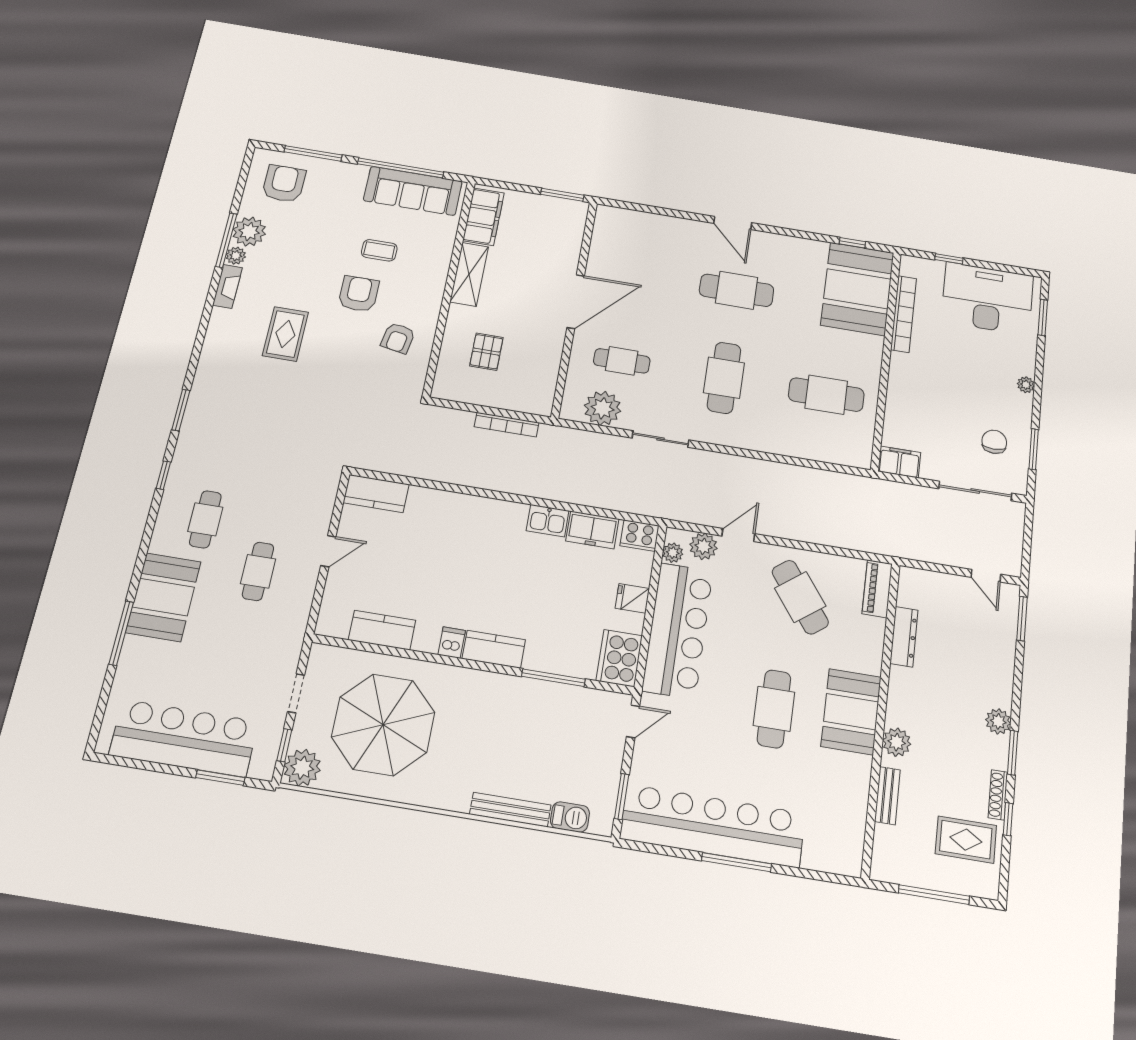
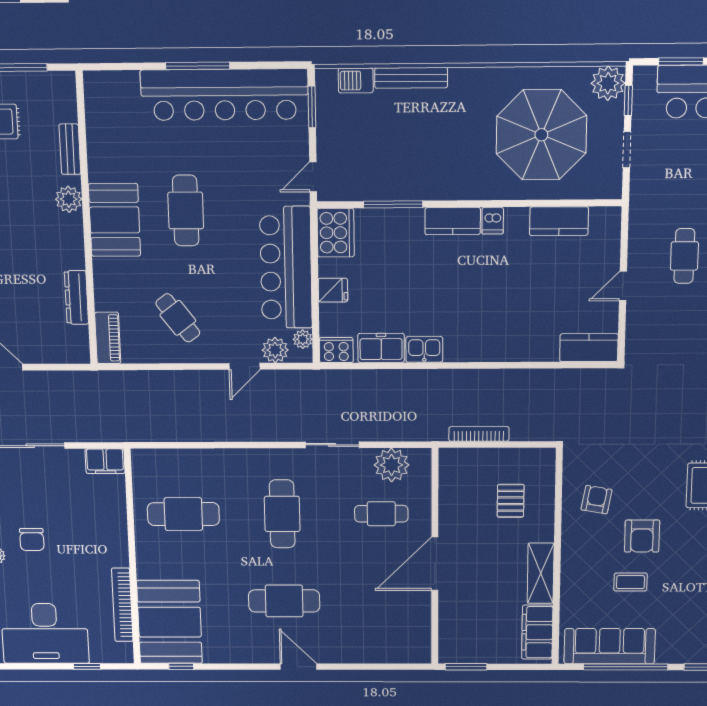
chair: (994, 442) -> (32, 540), moved
cafe table: (800, 597) -> (178, 318), width x0.73, depth x0.74

